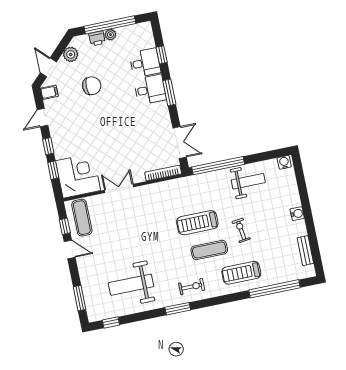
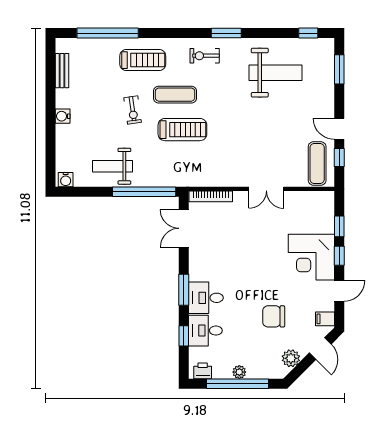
printer: (97, 38) -> (203, 371), moved
corner desk: (78, 176) -> (311, 257), moved

